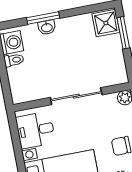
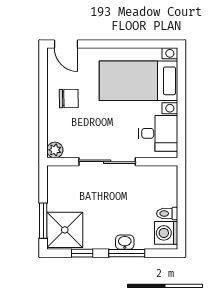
window: (83, 10) -> (82, 253), added
shower: (106, 23) -> (65, 230), width x1.36, depth x1.36

